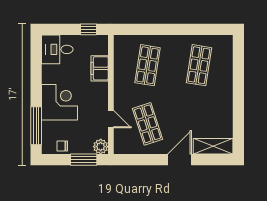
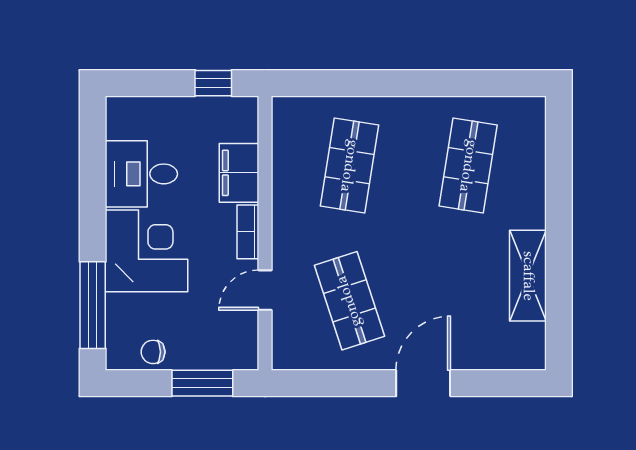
desk: (57, 49) -> (141, 174), moved
bookcase: (103, 94) -> (248, 232), added
door: (111, 119) -> (265, 290), swing flipped
shelving: (213, 146) -> (528, 276), moved, turned 90
plant: (101, 147) -> (241, 353), removed

